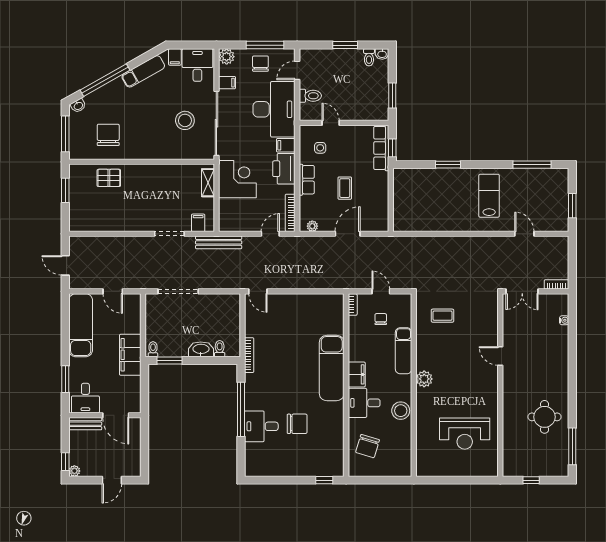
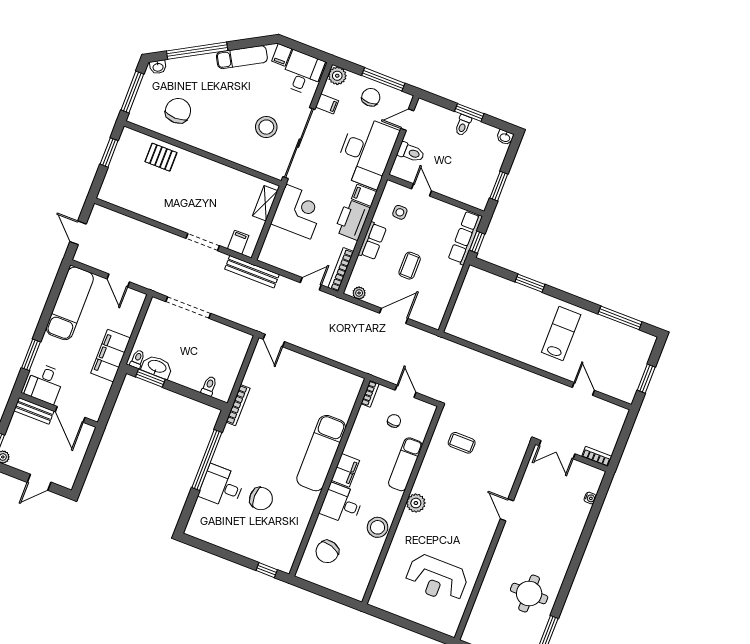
toilet: (369, 57) -> (463, 125), moved
washbasin: (201, 349) -> (157, 367), moved

